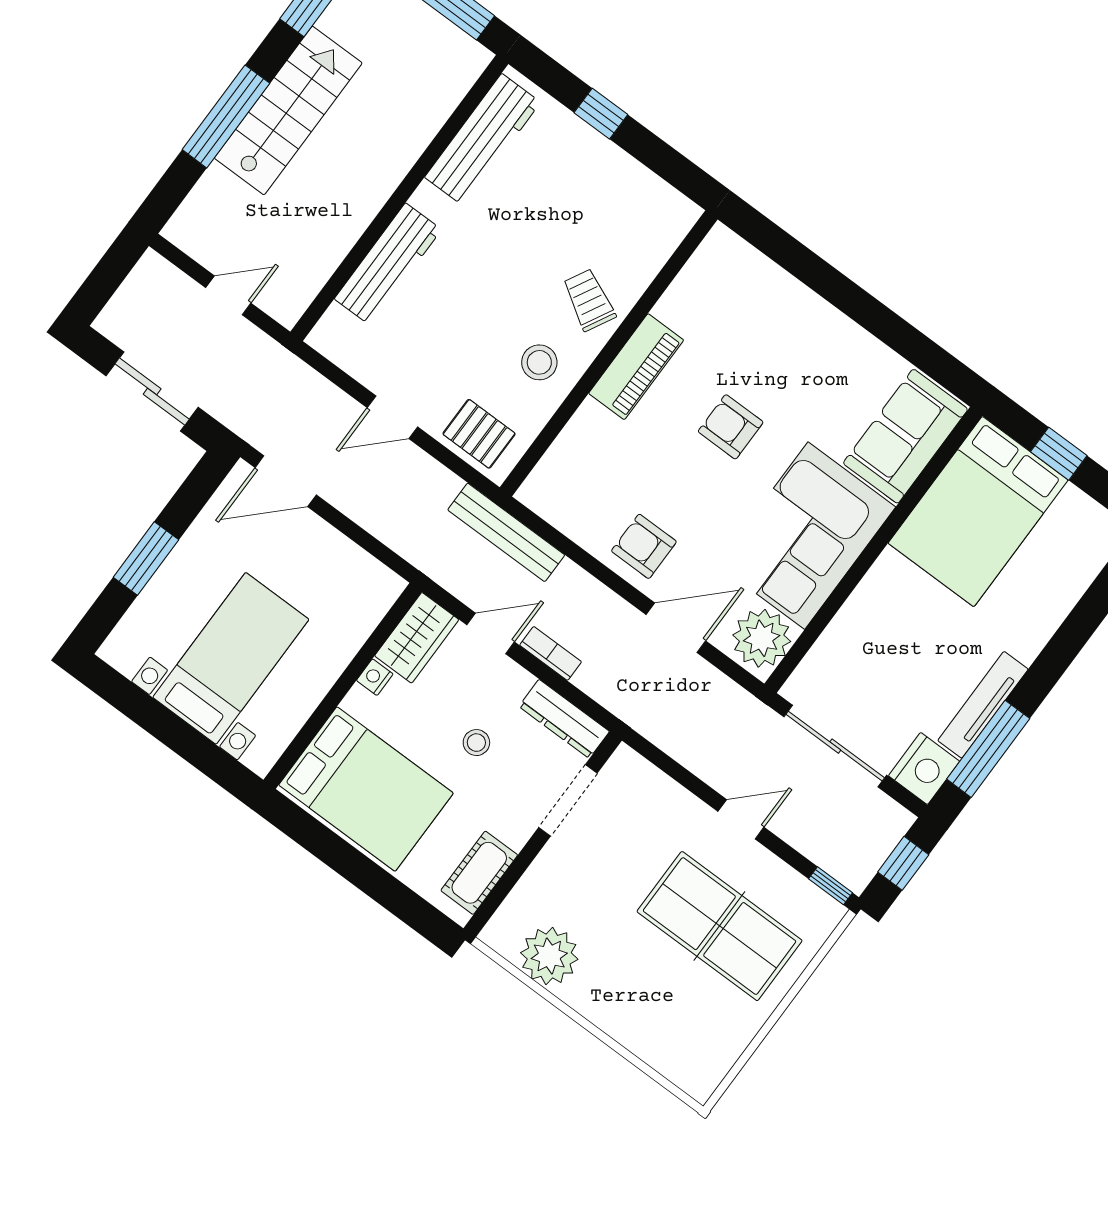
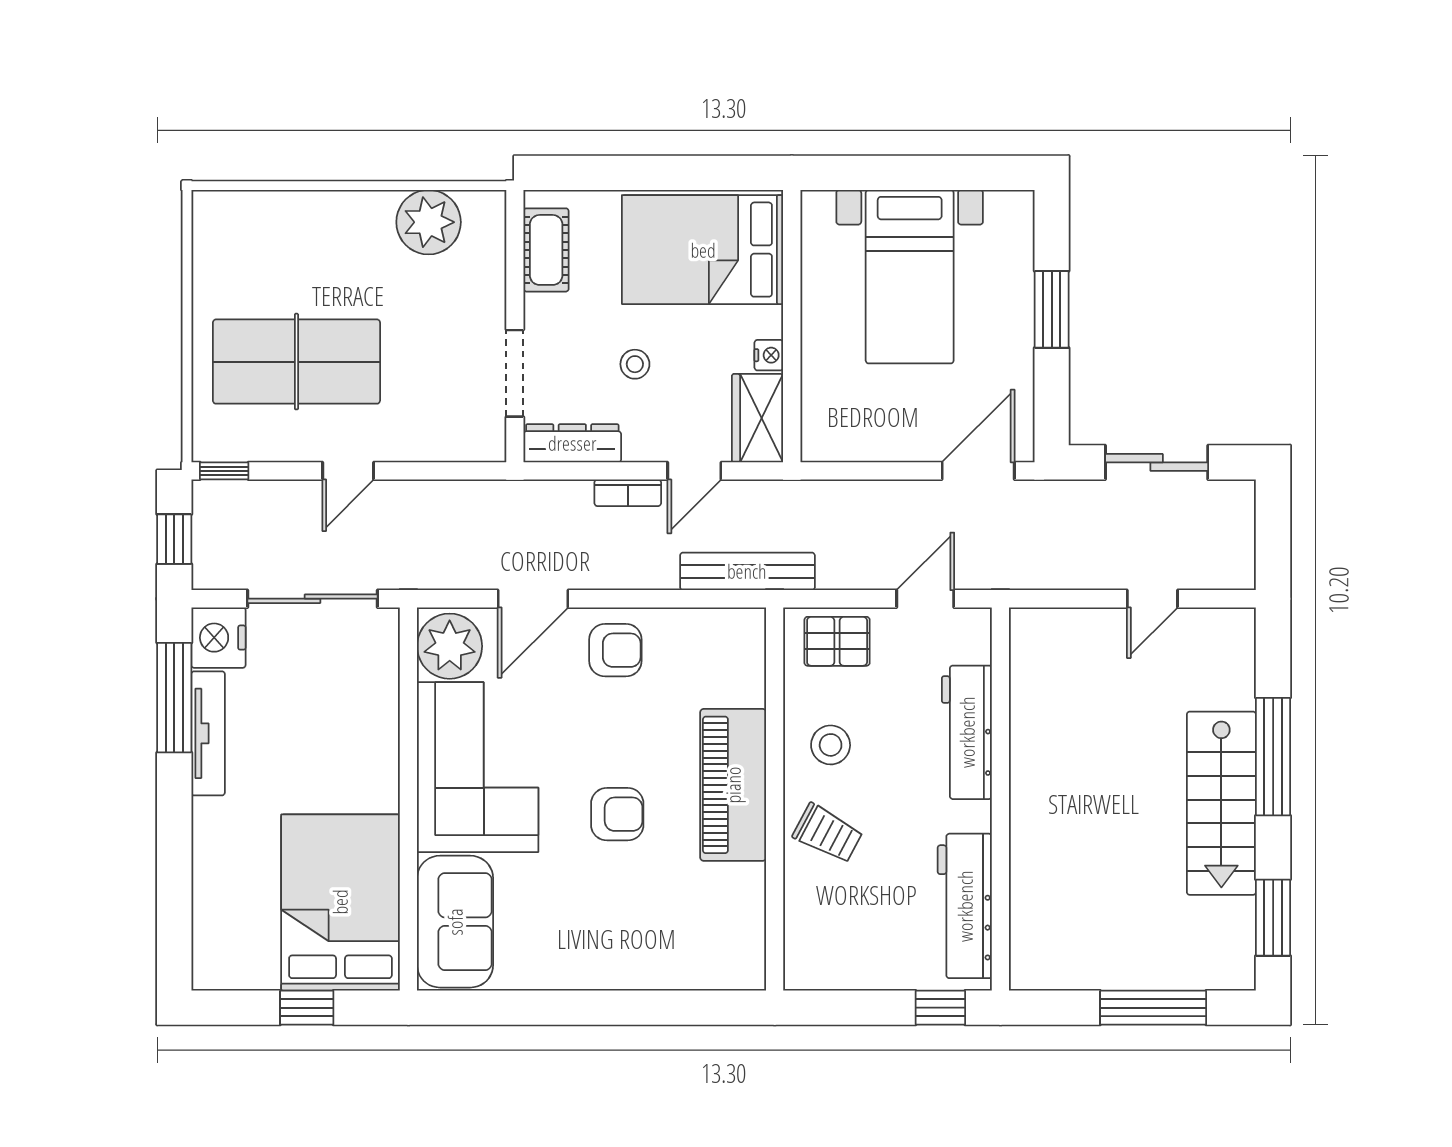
workbench: (483, 140) -> (965, 906), moved
wall: (399, 198) -> (1000, 799), moved
workbench: (388, 264) -> (967, 732), moved
piano: (636, 367) -> (733, 785), width x1.37, depth x1.33

